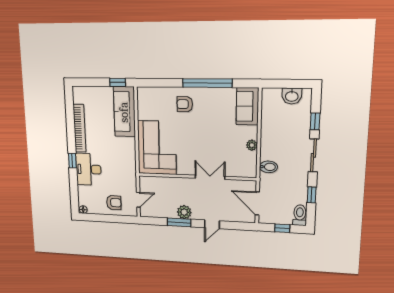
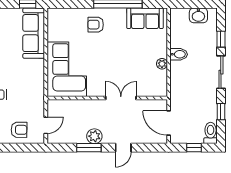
sofa: (247, 106) -> (145, 18), moved, turned -90
bidet: (268, 167) -> (179, 54), moved

